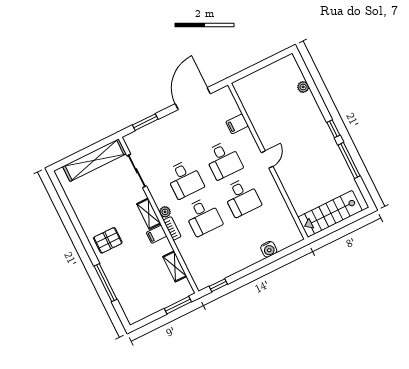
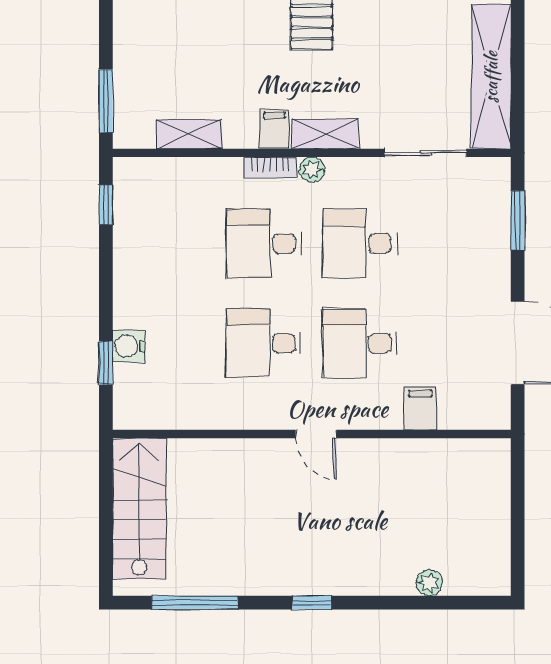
window: (349, 161) -> (195, 603), moved
window: (280, 255) -> (106, 363), added

